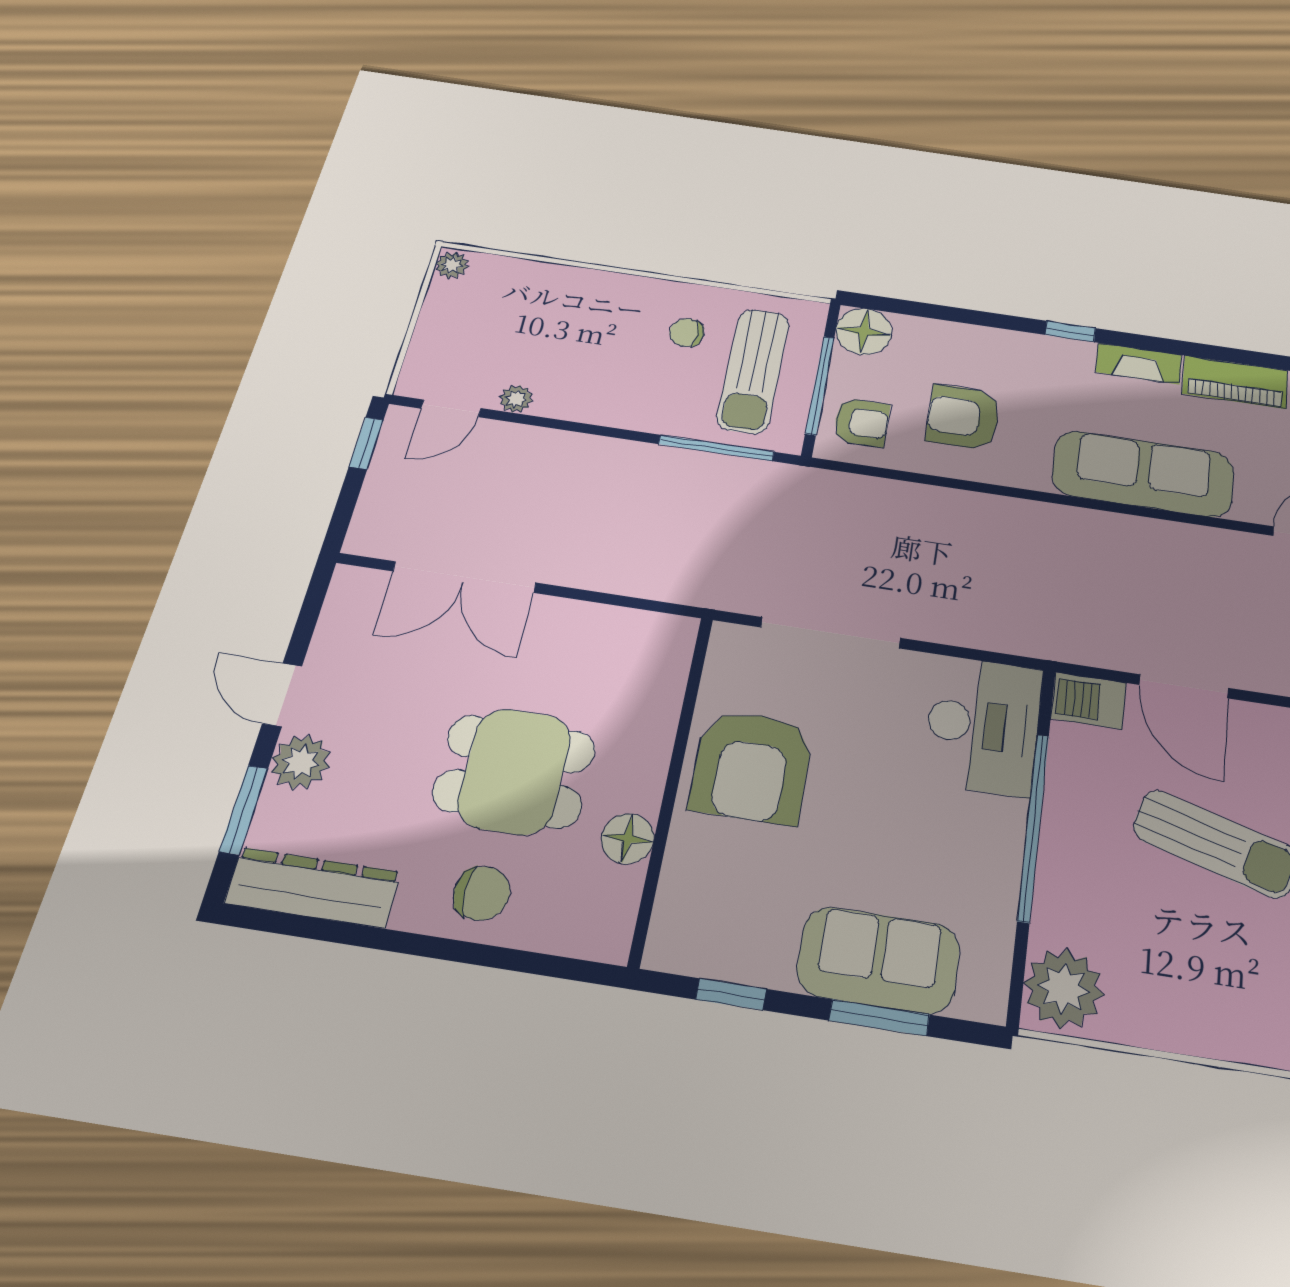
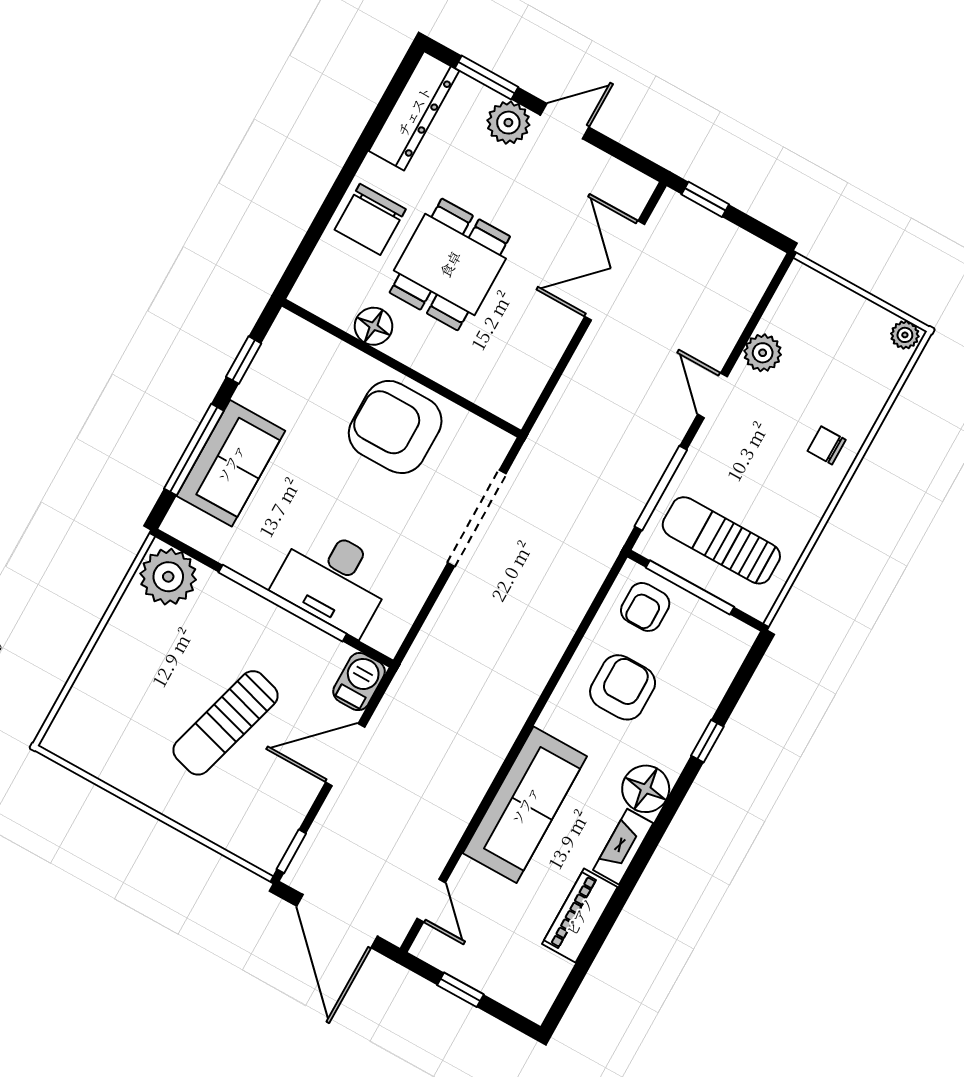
floor lamp: (864, 331) -> (646, 789), moved
window: (1070, 332) -> (707, 741), moved
chair: (687, 333) -> (827, 445), moved, turned -90
plant: (516, 399) -> (763, 353), width x1.38, depth x1.38
door: (451, 408) -> (712, 395), moved
window: (366, 443) -> (705, 199), moved
desk: (983, 725) -> (333, 580), moved
chair: (482, 893) -> (370, 219), width x1.37, depth x1.37
window: (879, 1018) -> (194, 450), width x1.44

